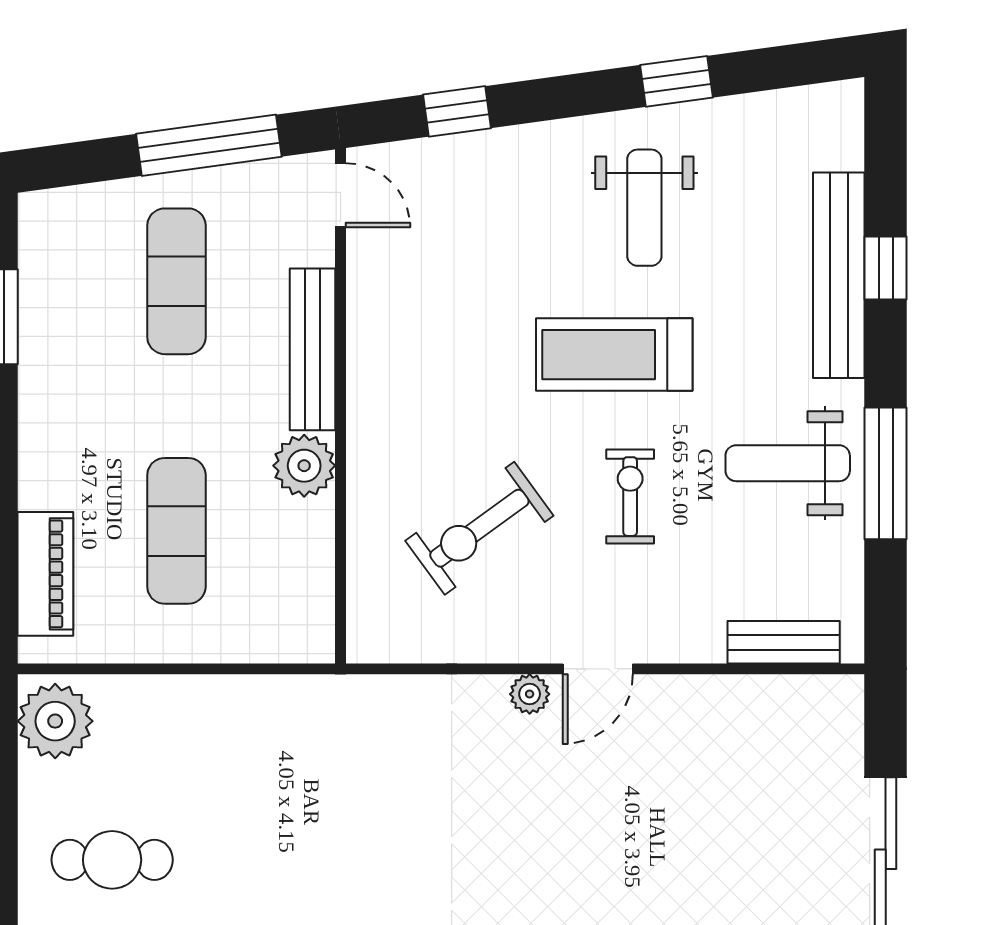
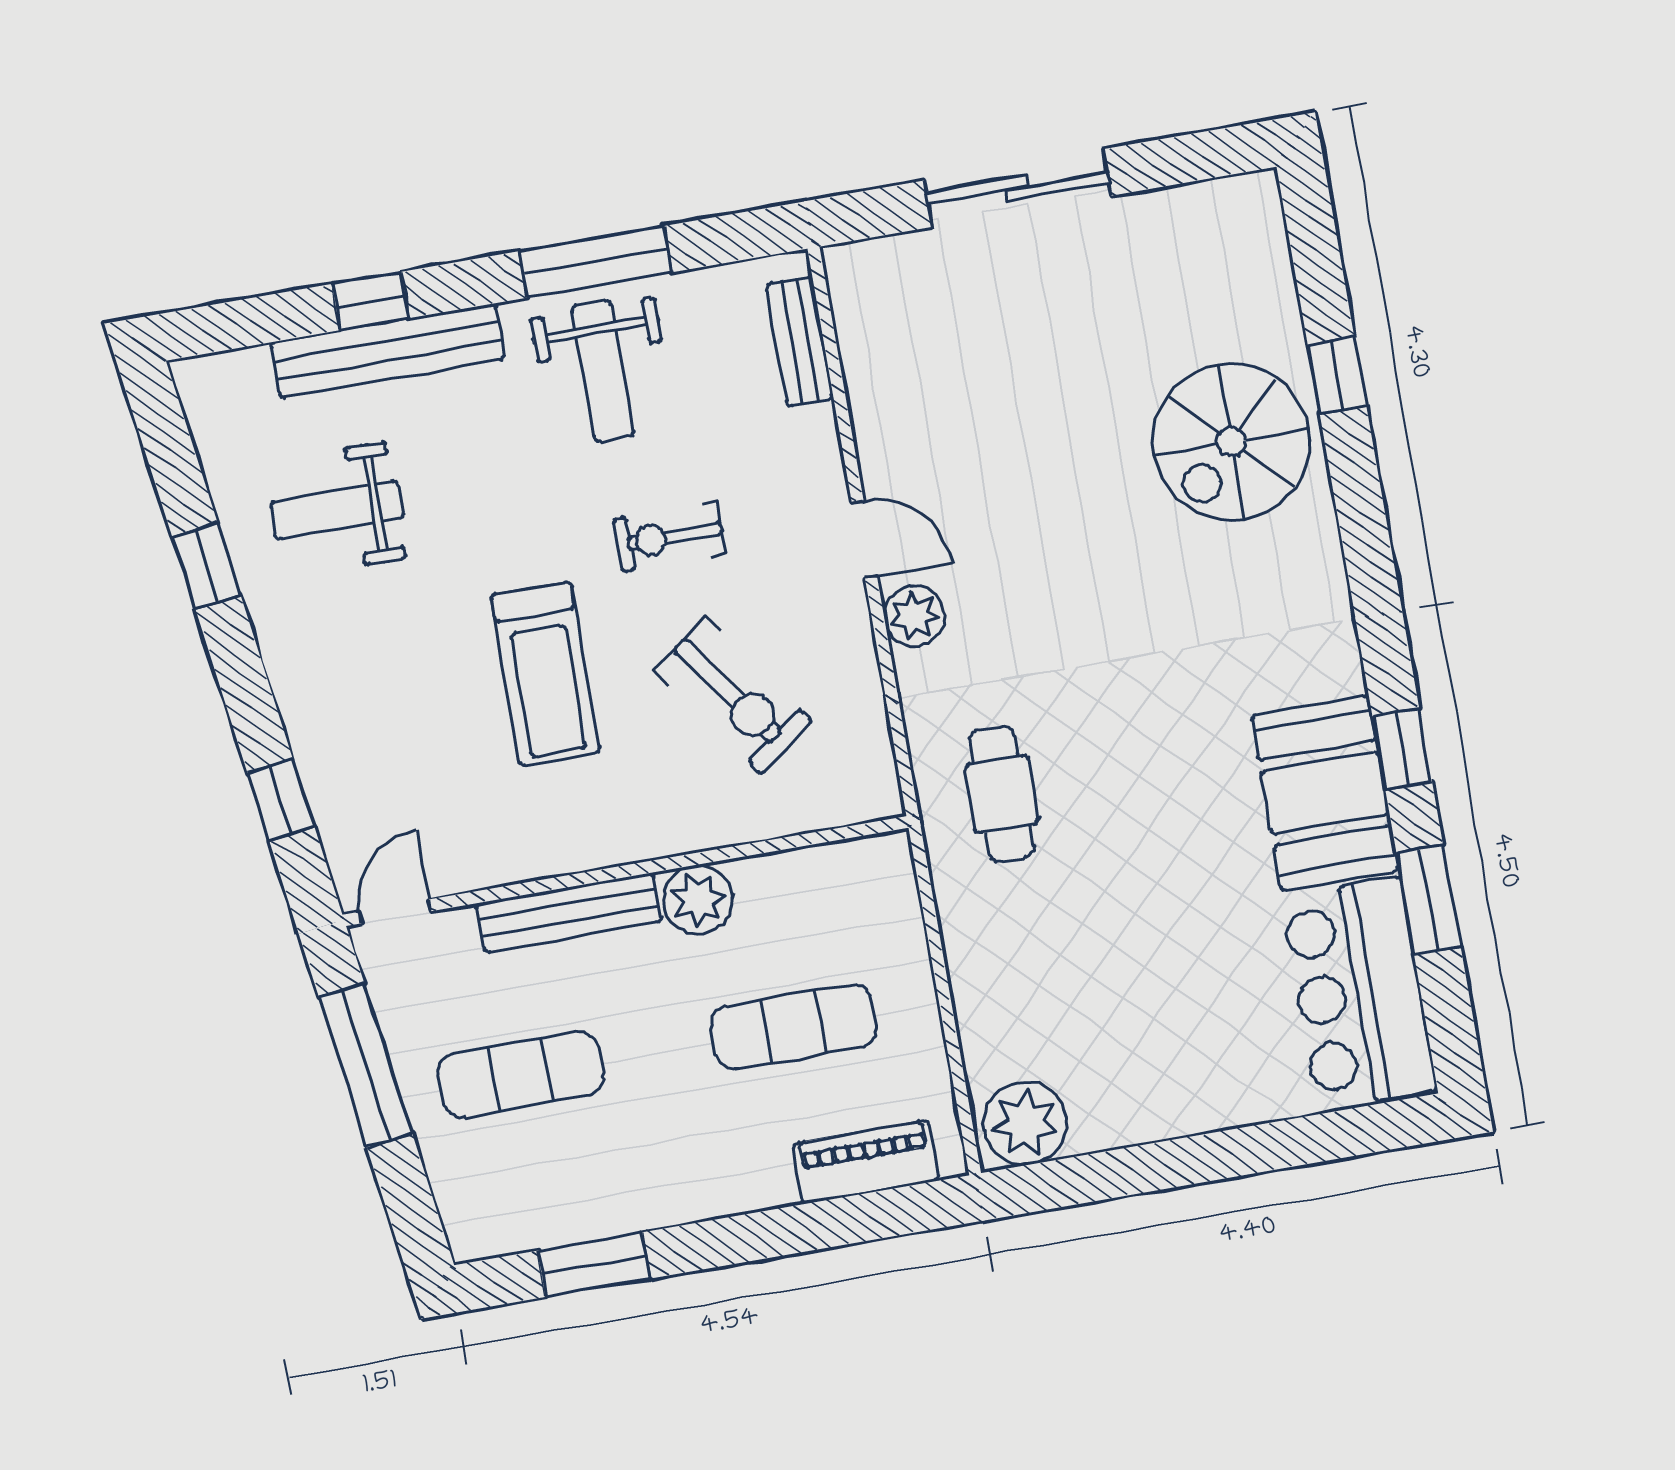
weight bench: (644, 208) -> (337, 510), moved, turned 180
treadmill: (614, 355) -> (545, 674), moved
plant: (530, 694) -> (914, 616), width x1.38, depth x1.38
cafe table: (112, 860) -> (1002, 794), moved

